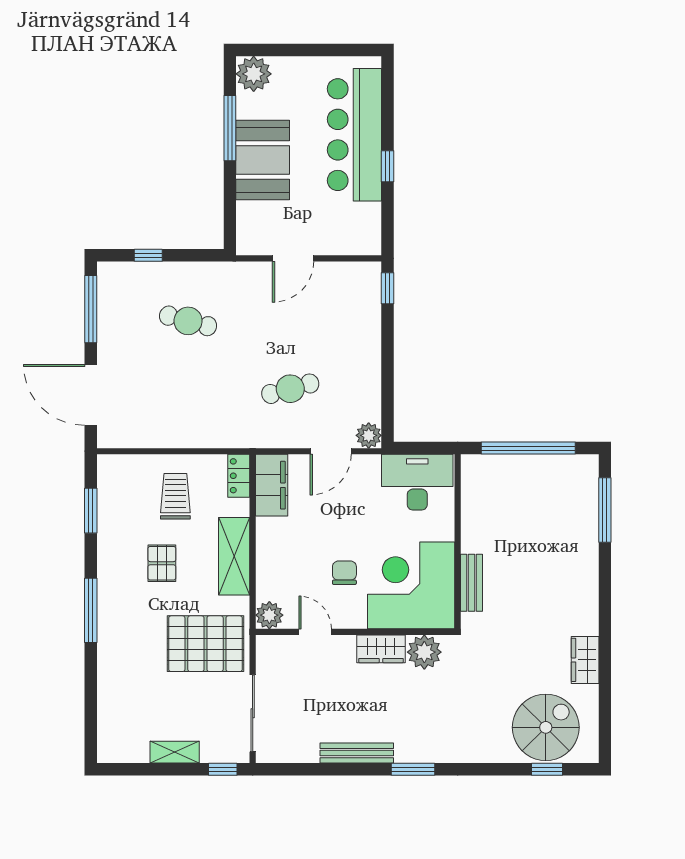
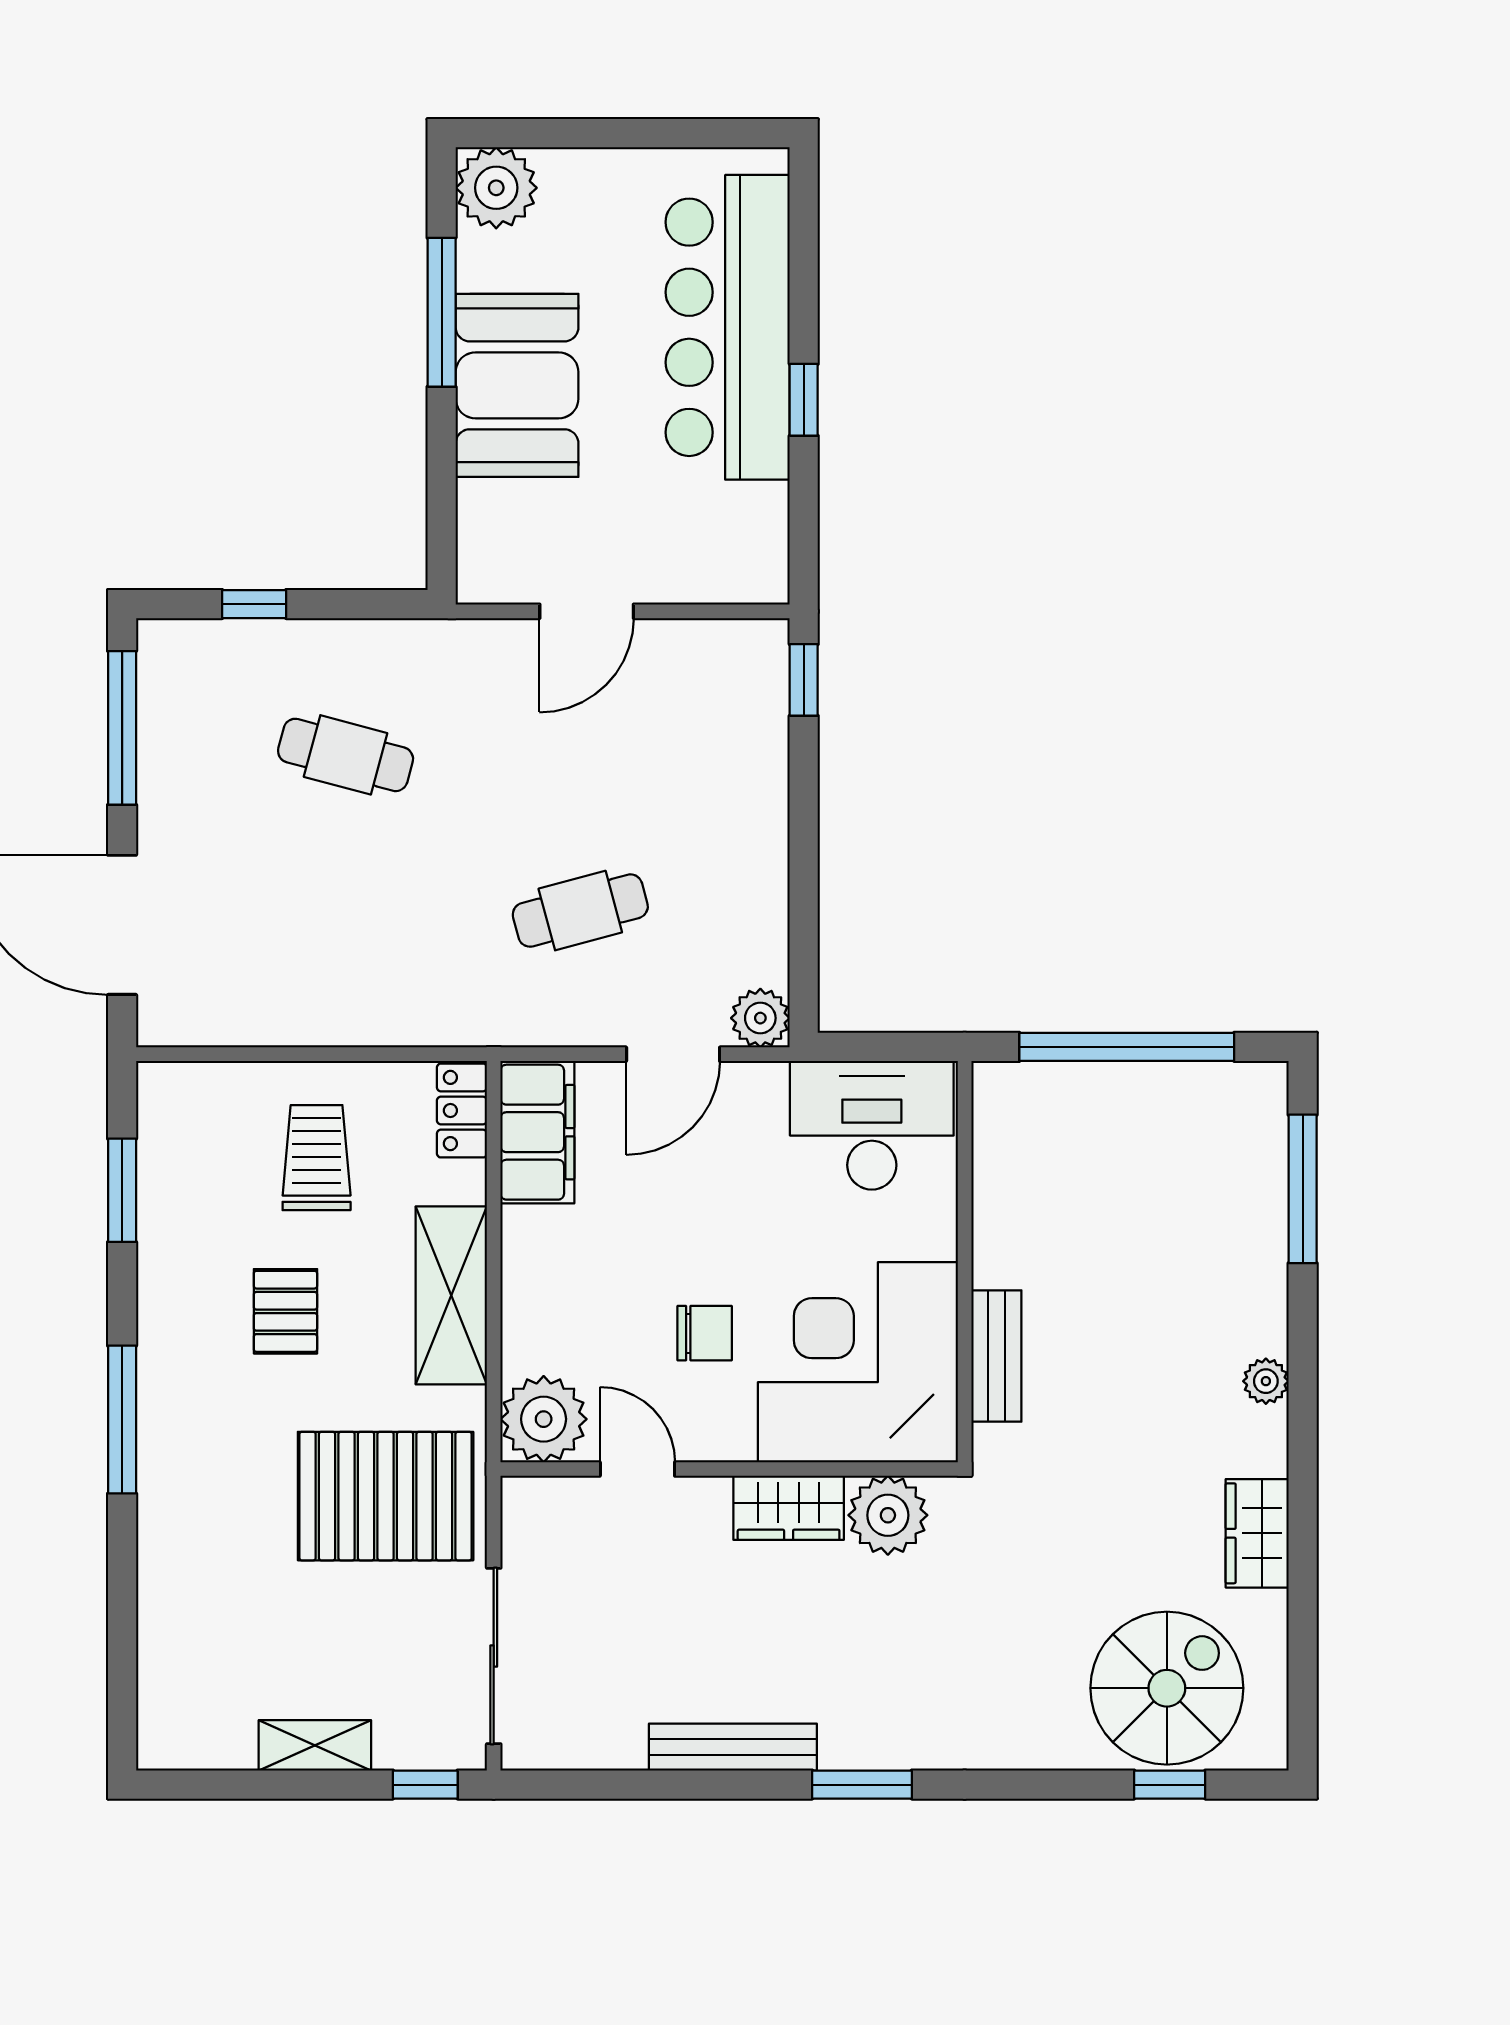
chair: (344, 573) -> (705, 1333), turned 90
plant: (589, 594) -> (1266, 1381), added
plant: (269, 615) -> (544, 1419), width x1.36, depth x1.36

